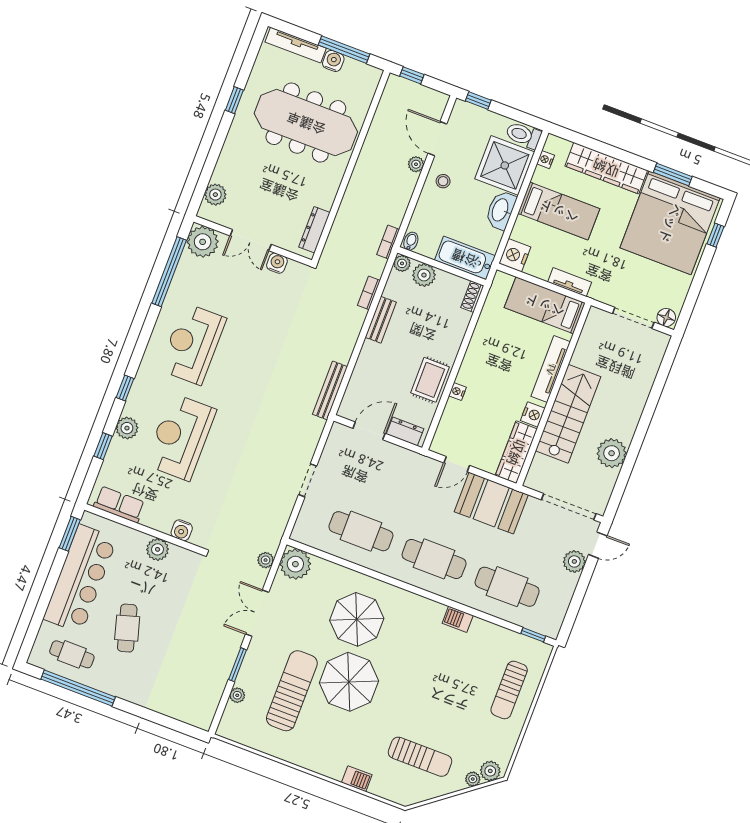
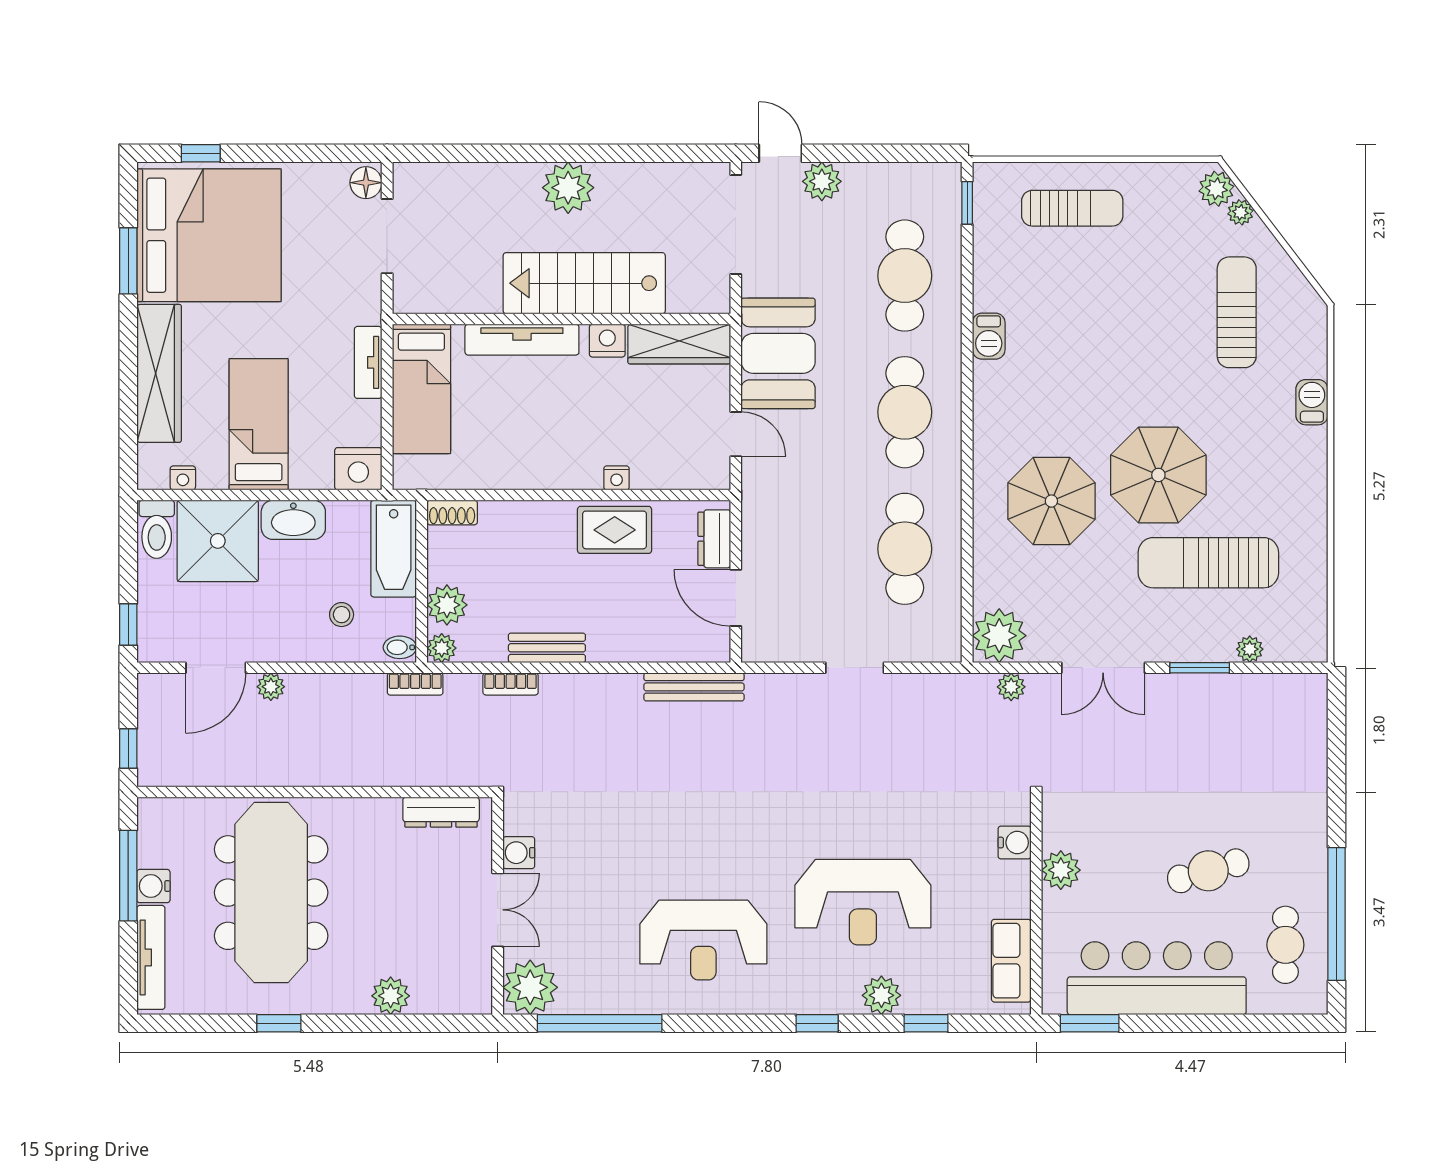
stool: (443, 181) -> (342, 615), moved
plant: (215, 195) -> (391, 996), moved
plant: (612, 453) -> (568, 188), moved

